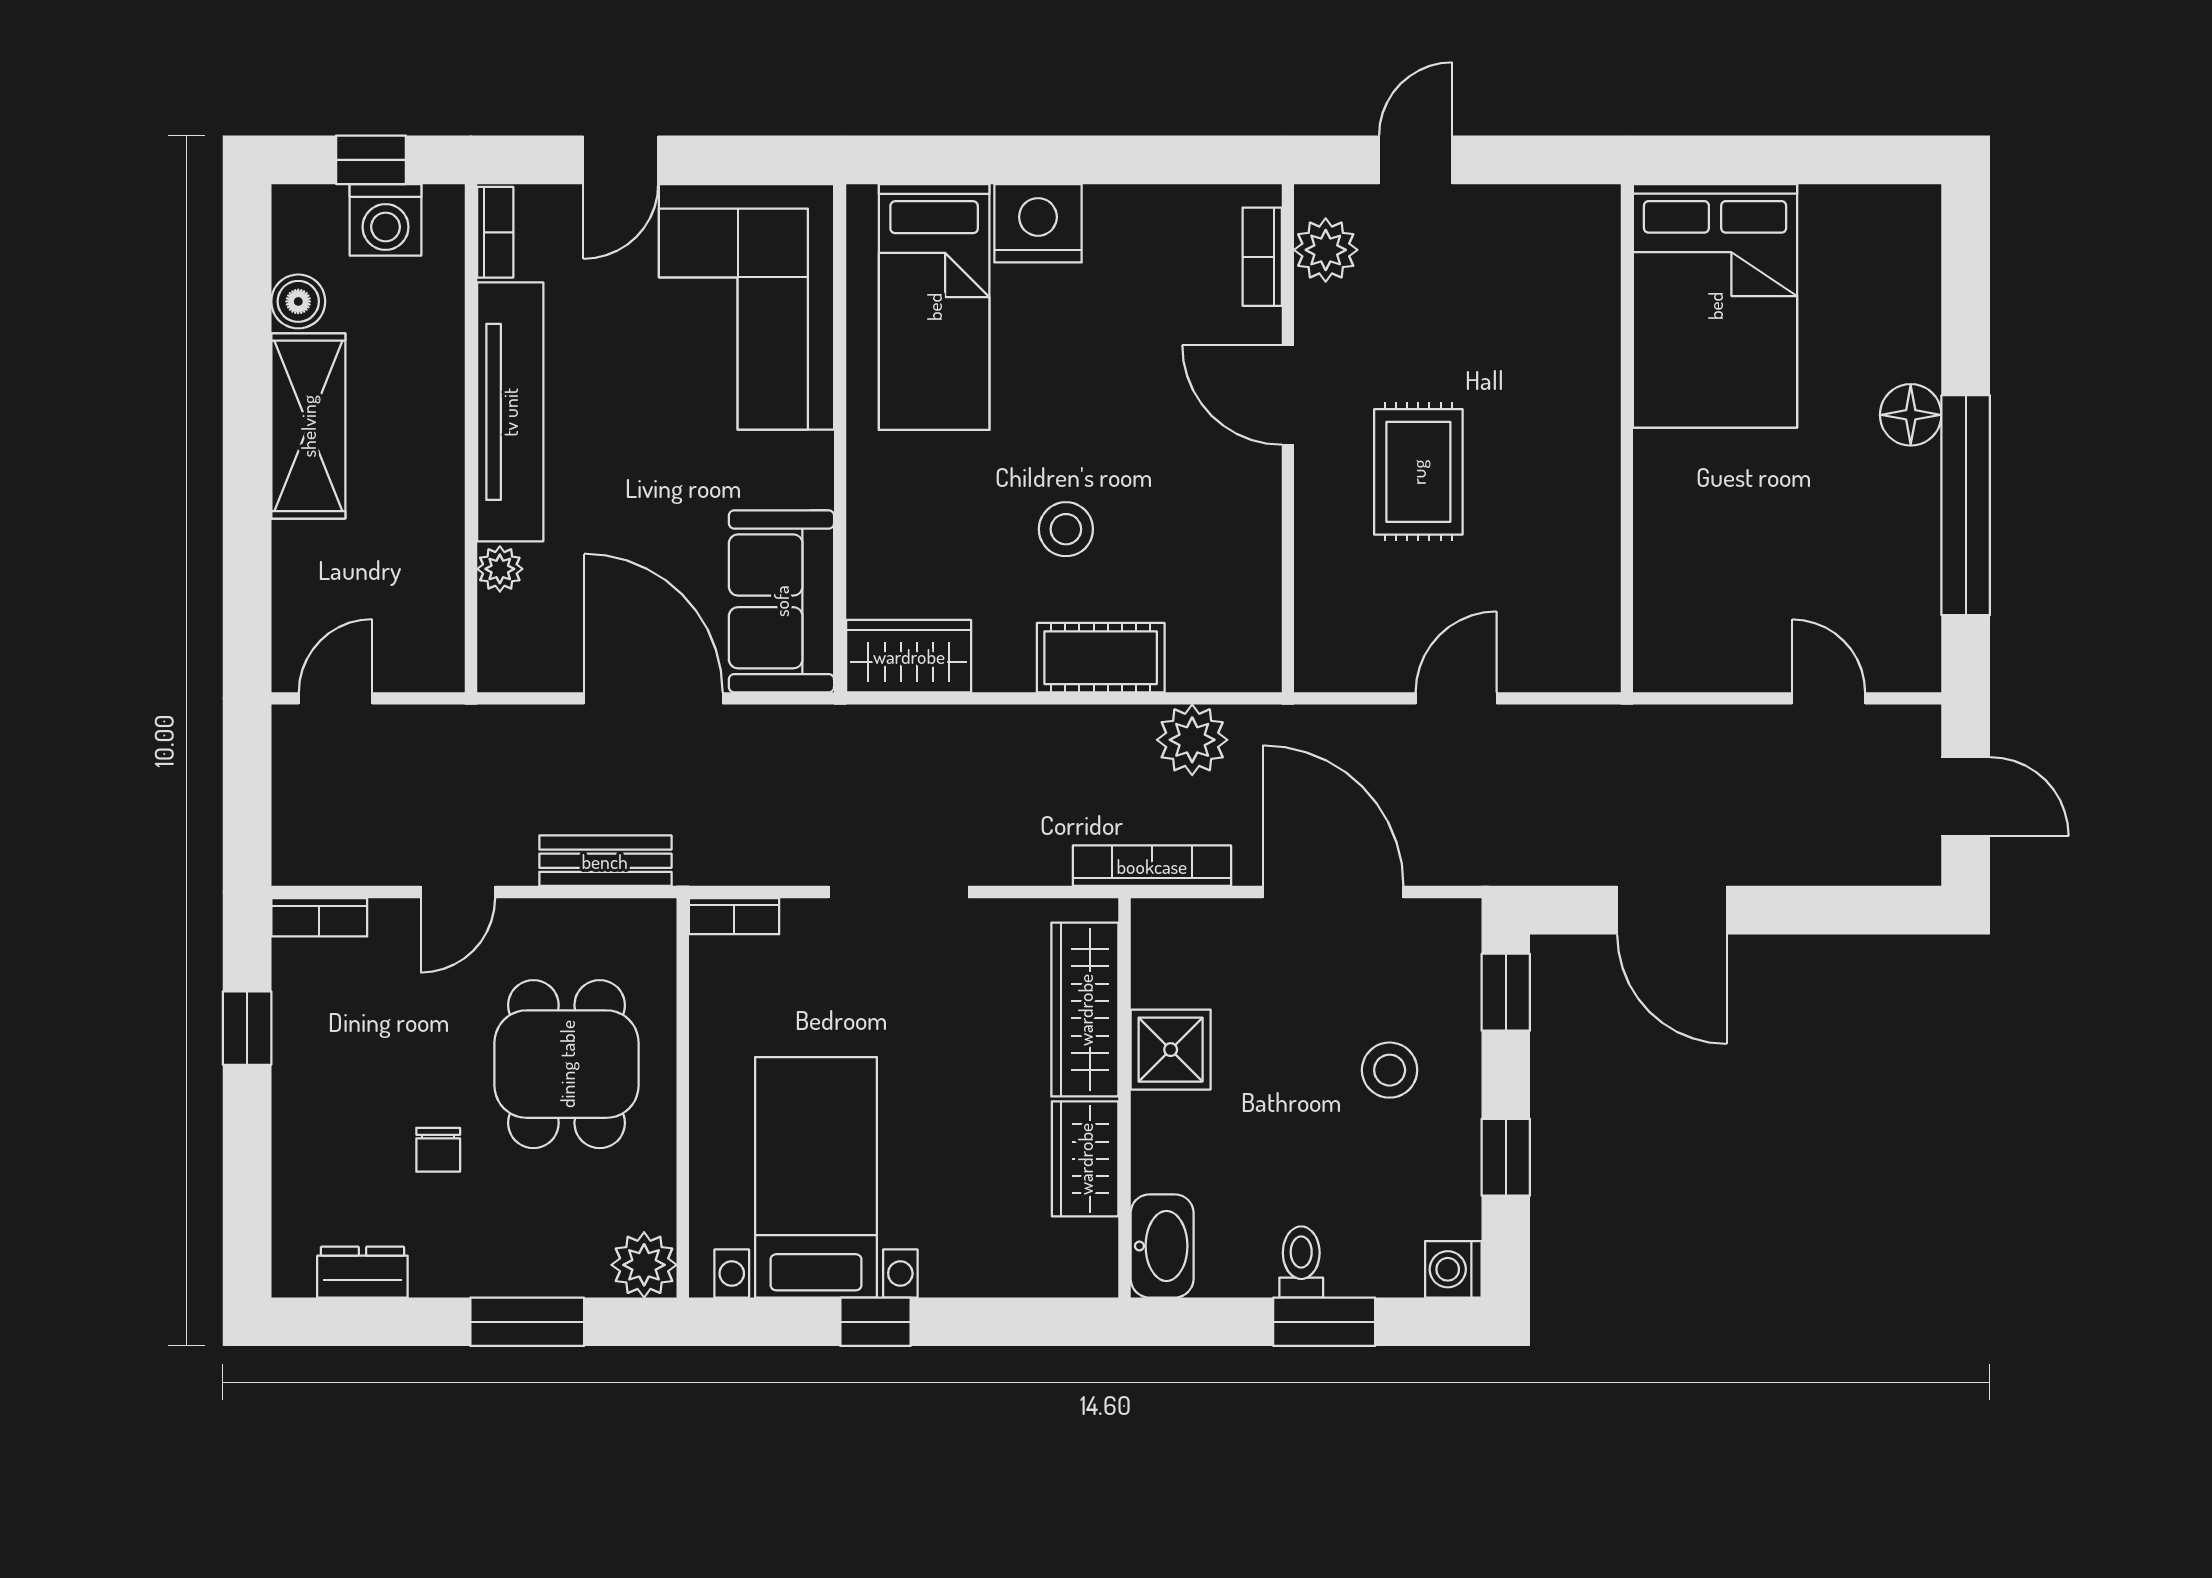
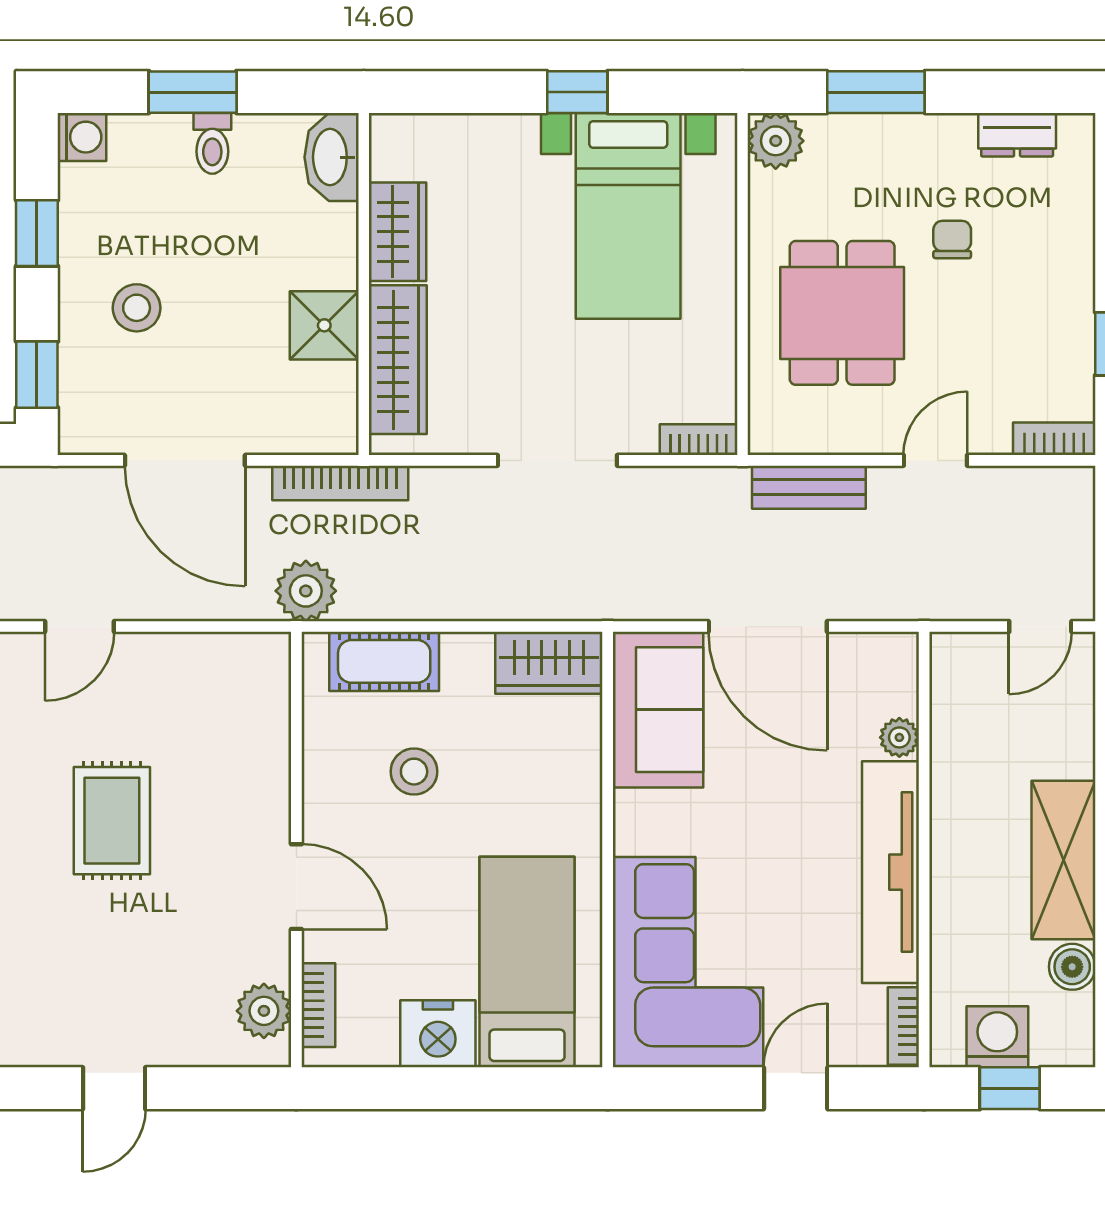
plant: (1326, 250) -> (264, 1011), moved
bookcase: (1262, 257) -> (318, 1005), moved
door: (1288, 395) -> (296, 887), moved
wall: (1288, 438) -> (296, 850), moved

